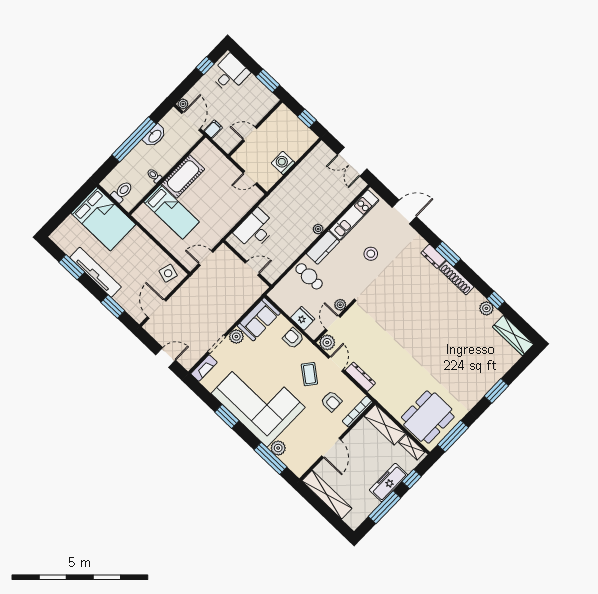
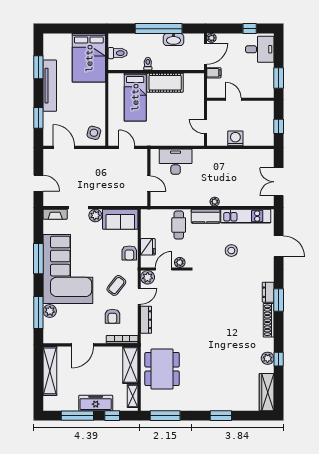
door: (157, 309) -> (64, 147), hinge flipped
armchair: (293, 338) -> (129, 253), turned 180
window: (227, 416) -> (38, 259), width x1.44
dining table: (428, 417) -> (162, 369), moved, turned 90

